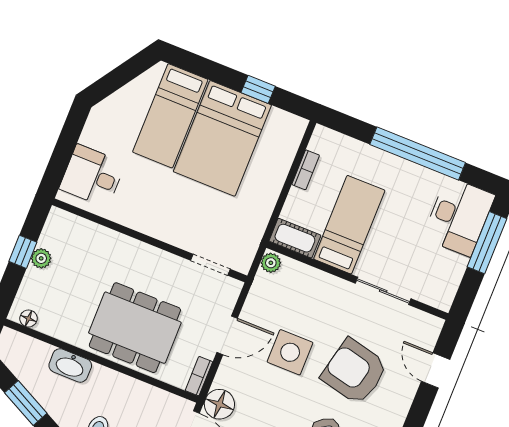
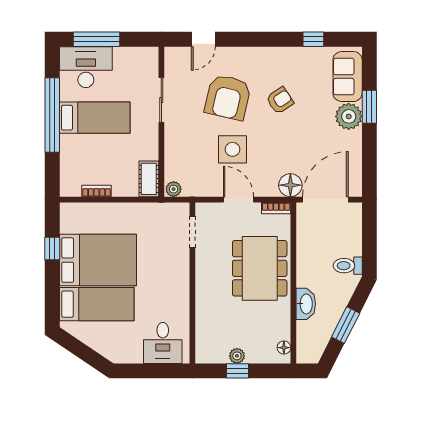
bed: (349, 225) -> (95, 118), moved, turned 180

